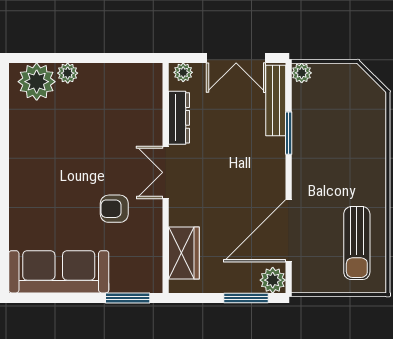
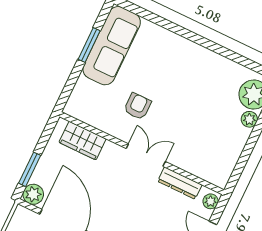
window: (128, 298) -> (89, 45), moved

